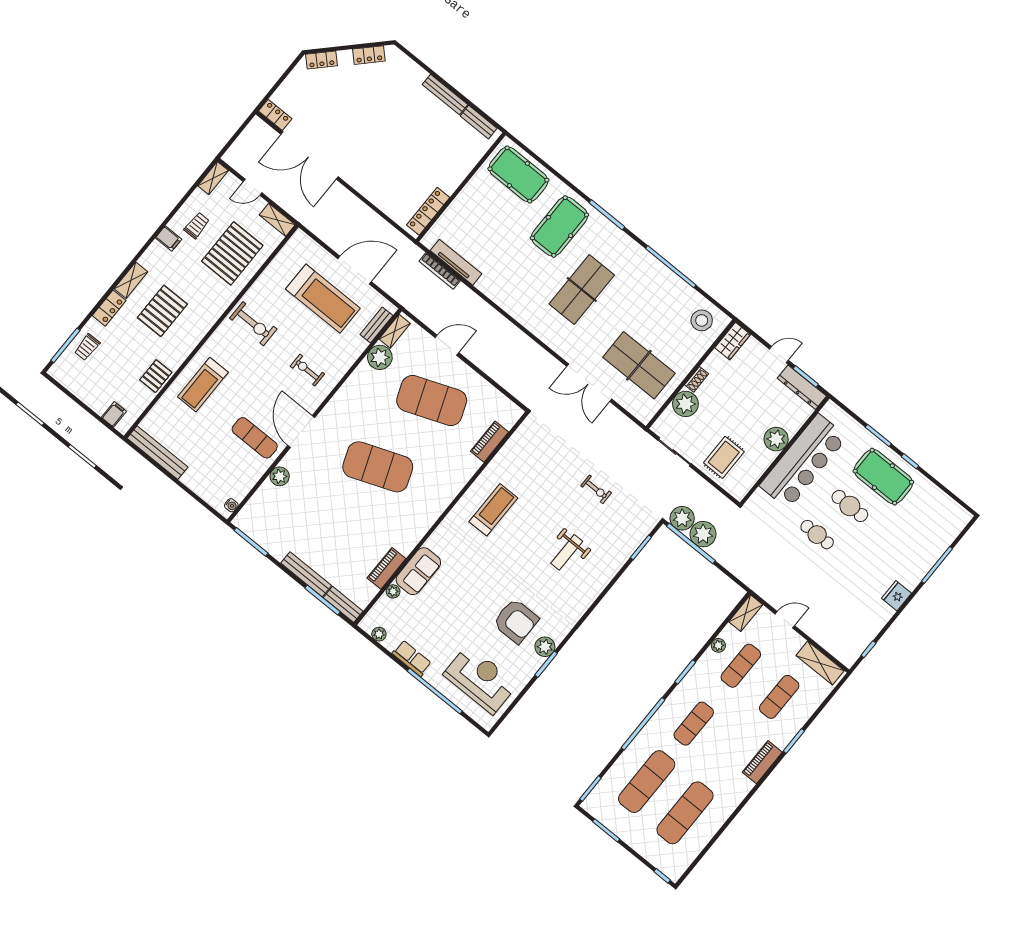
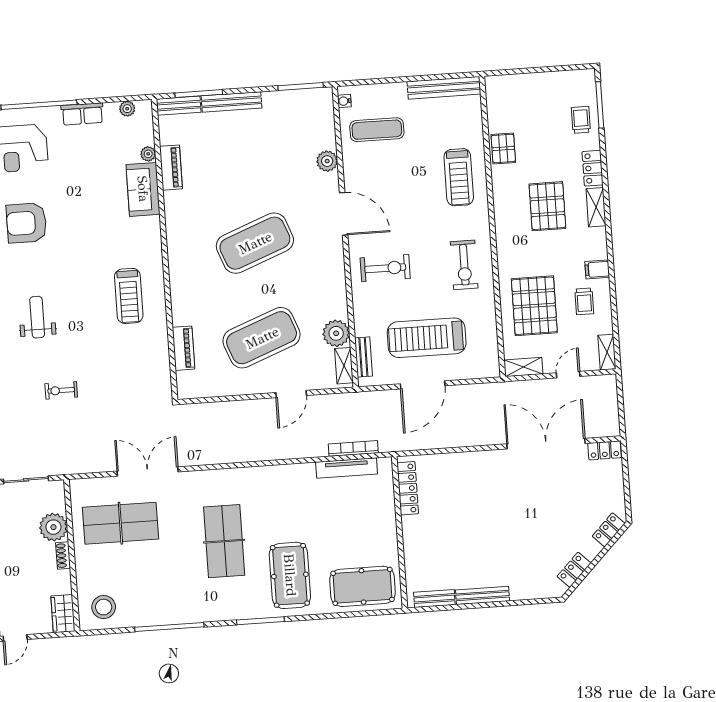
exercise bike: (253, 324) -> (464, 265), turned -90
exercise bike: (307, 370) -> (385, 268), width x1.38, depth x1.39
treadmill: (203, 385) -> (459, 177), turned 180
filing cabinet: (114, 414) -> (508, 86), removed
exercise mat: (255, 438) -> (377, 130), moved

